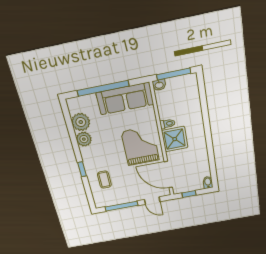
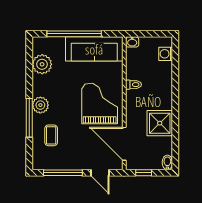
window: (174, 74) -> (149, 34), removed
washing machine: (193, 90) -> (166, 54), added
plant: (84, 139) -> (40, 105), moved
shower: (175, 139) -> (160, 123), moved
window: (82, 169) -> (29, 118), width x2.17

